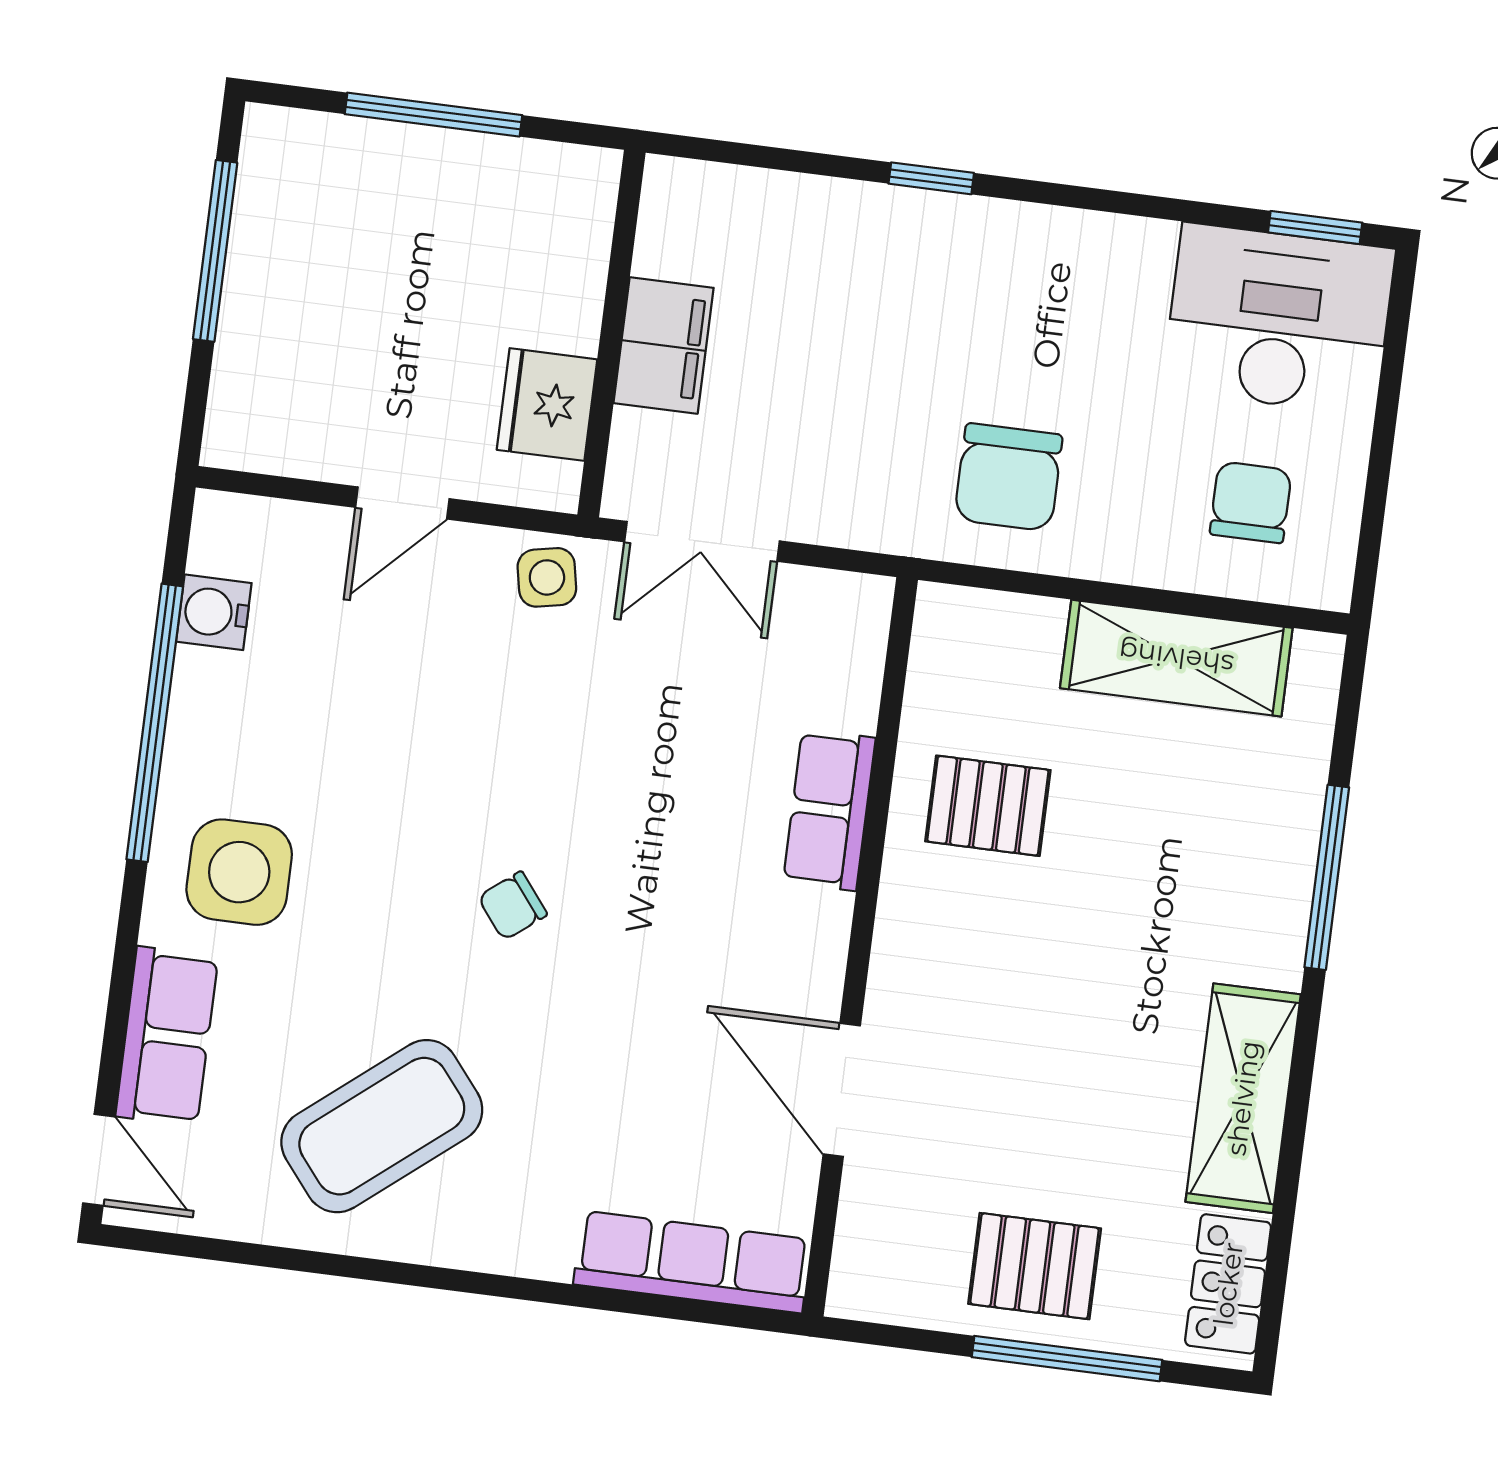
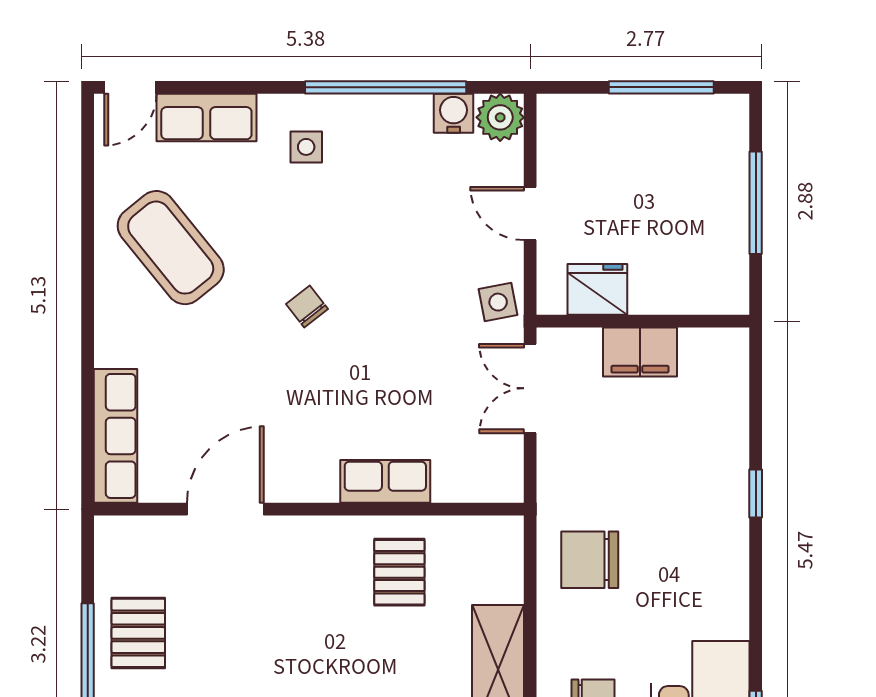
plant: (231, 533) -> (500, 117), added
side table: (239, 872) -> (306, 147), width x0.54, depth x0.54

